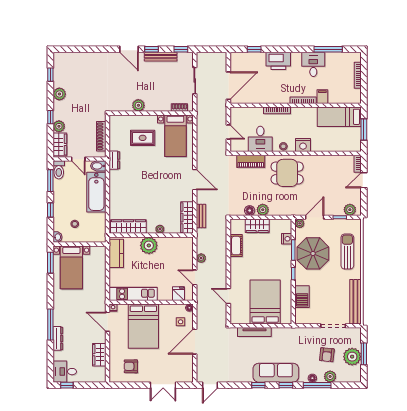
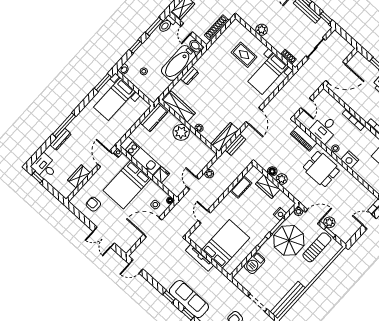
dresser: (114, 160) -> (190, 76), moved
plant: (350, 210) -> (329, 222), moved
sun lounger: (347, 252) -> (317, 247), moved
fridge: (178, 294) -> (161, 175), moved

